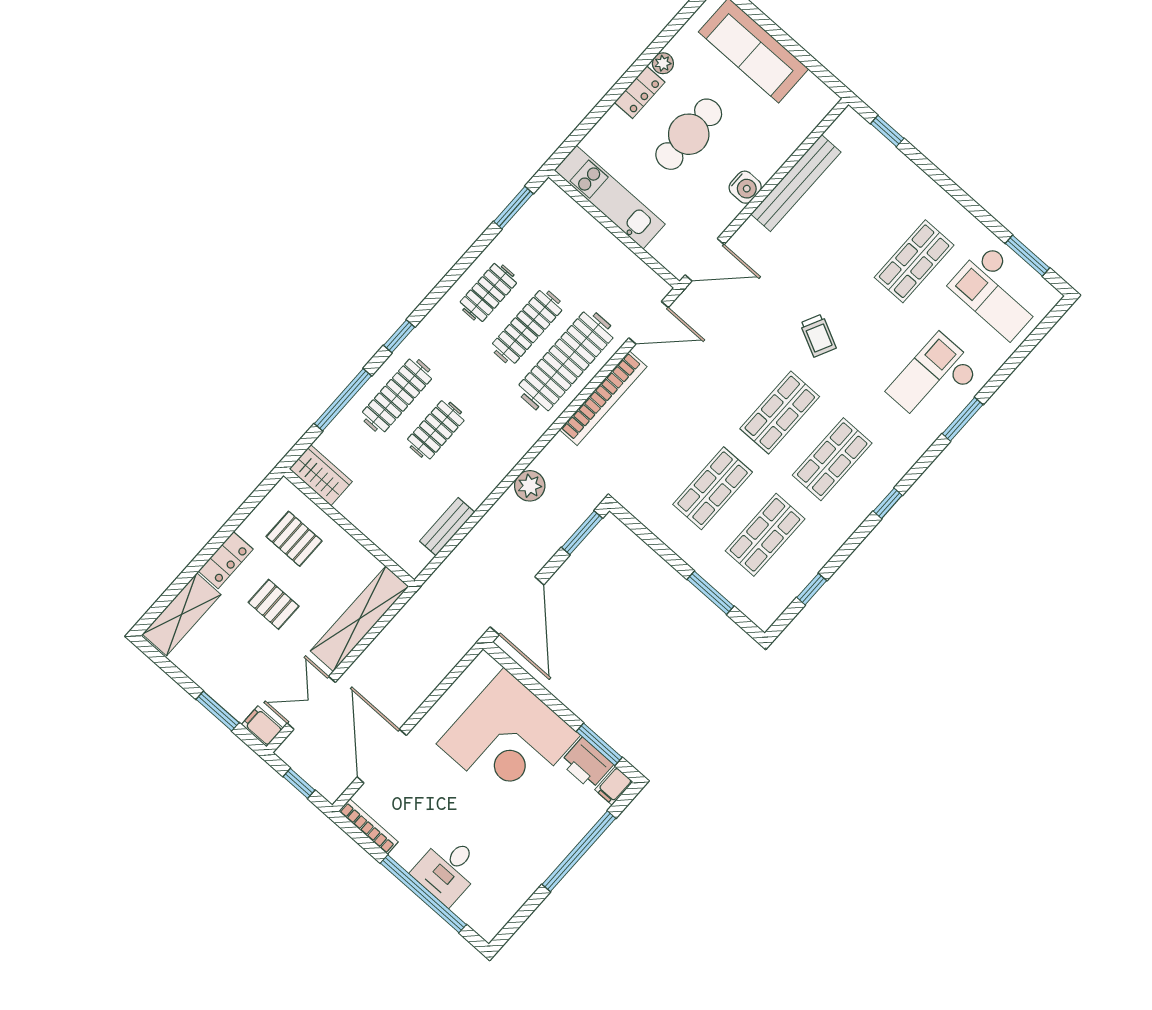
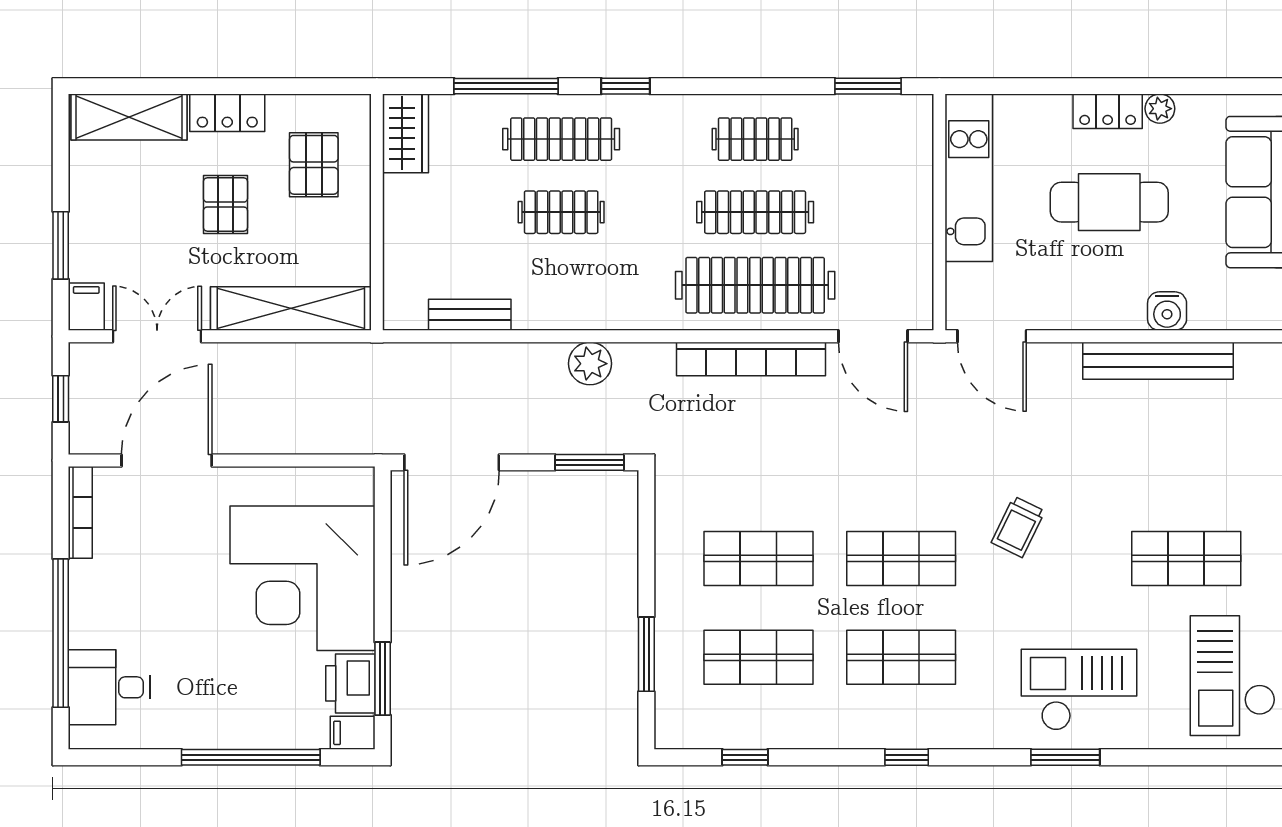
water cooler: (745, 187) -> (1167, 311), moved
desk: (448, 869) -> (109, 687), moved

